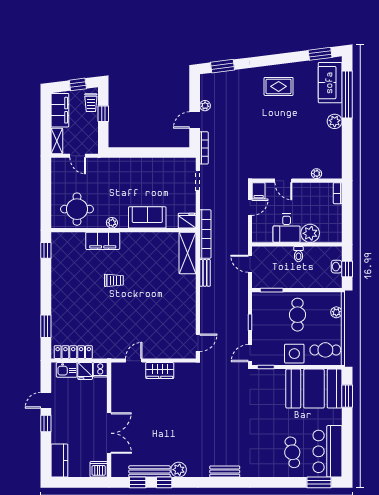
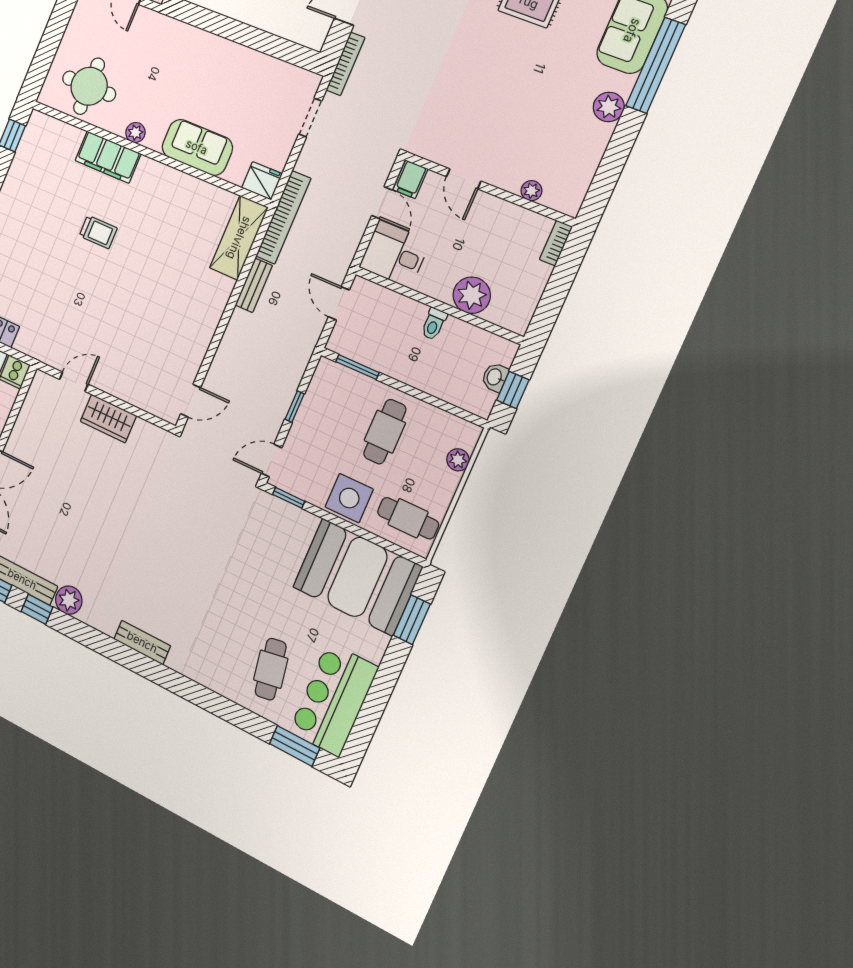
door: (250, 207) -> (382, 203), hinge flipped
desk: (287, 228) -> (395, 254), moved, turned 90

